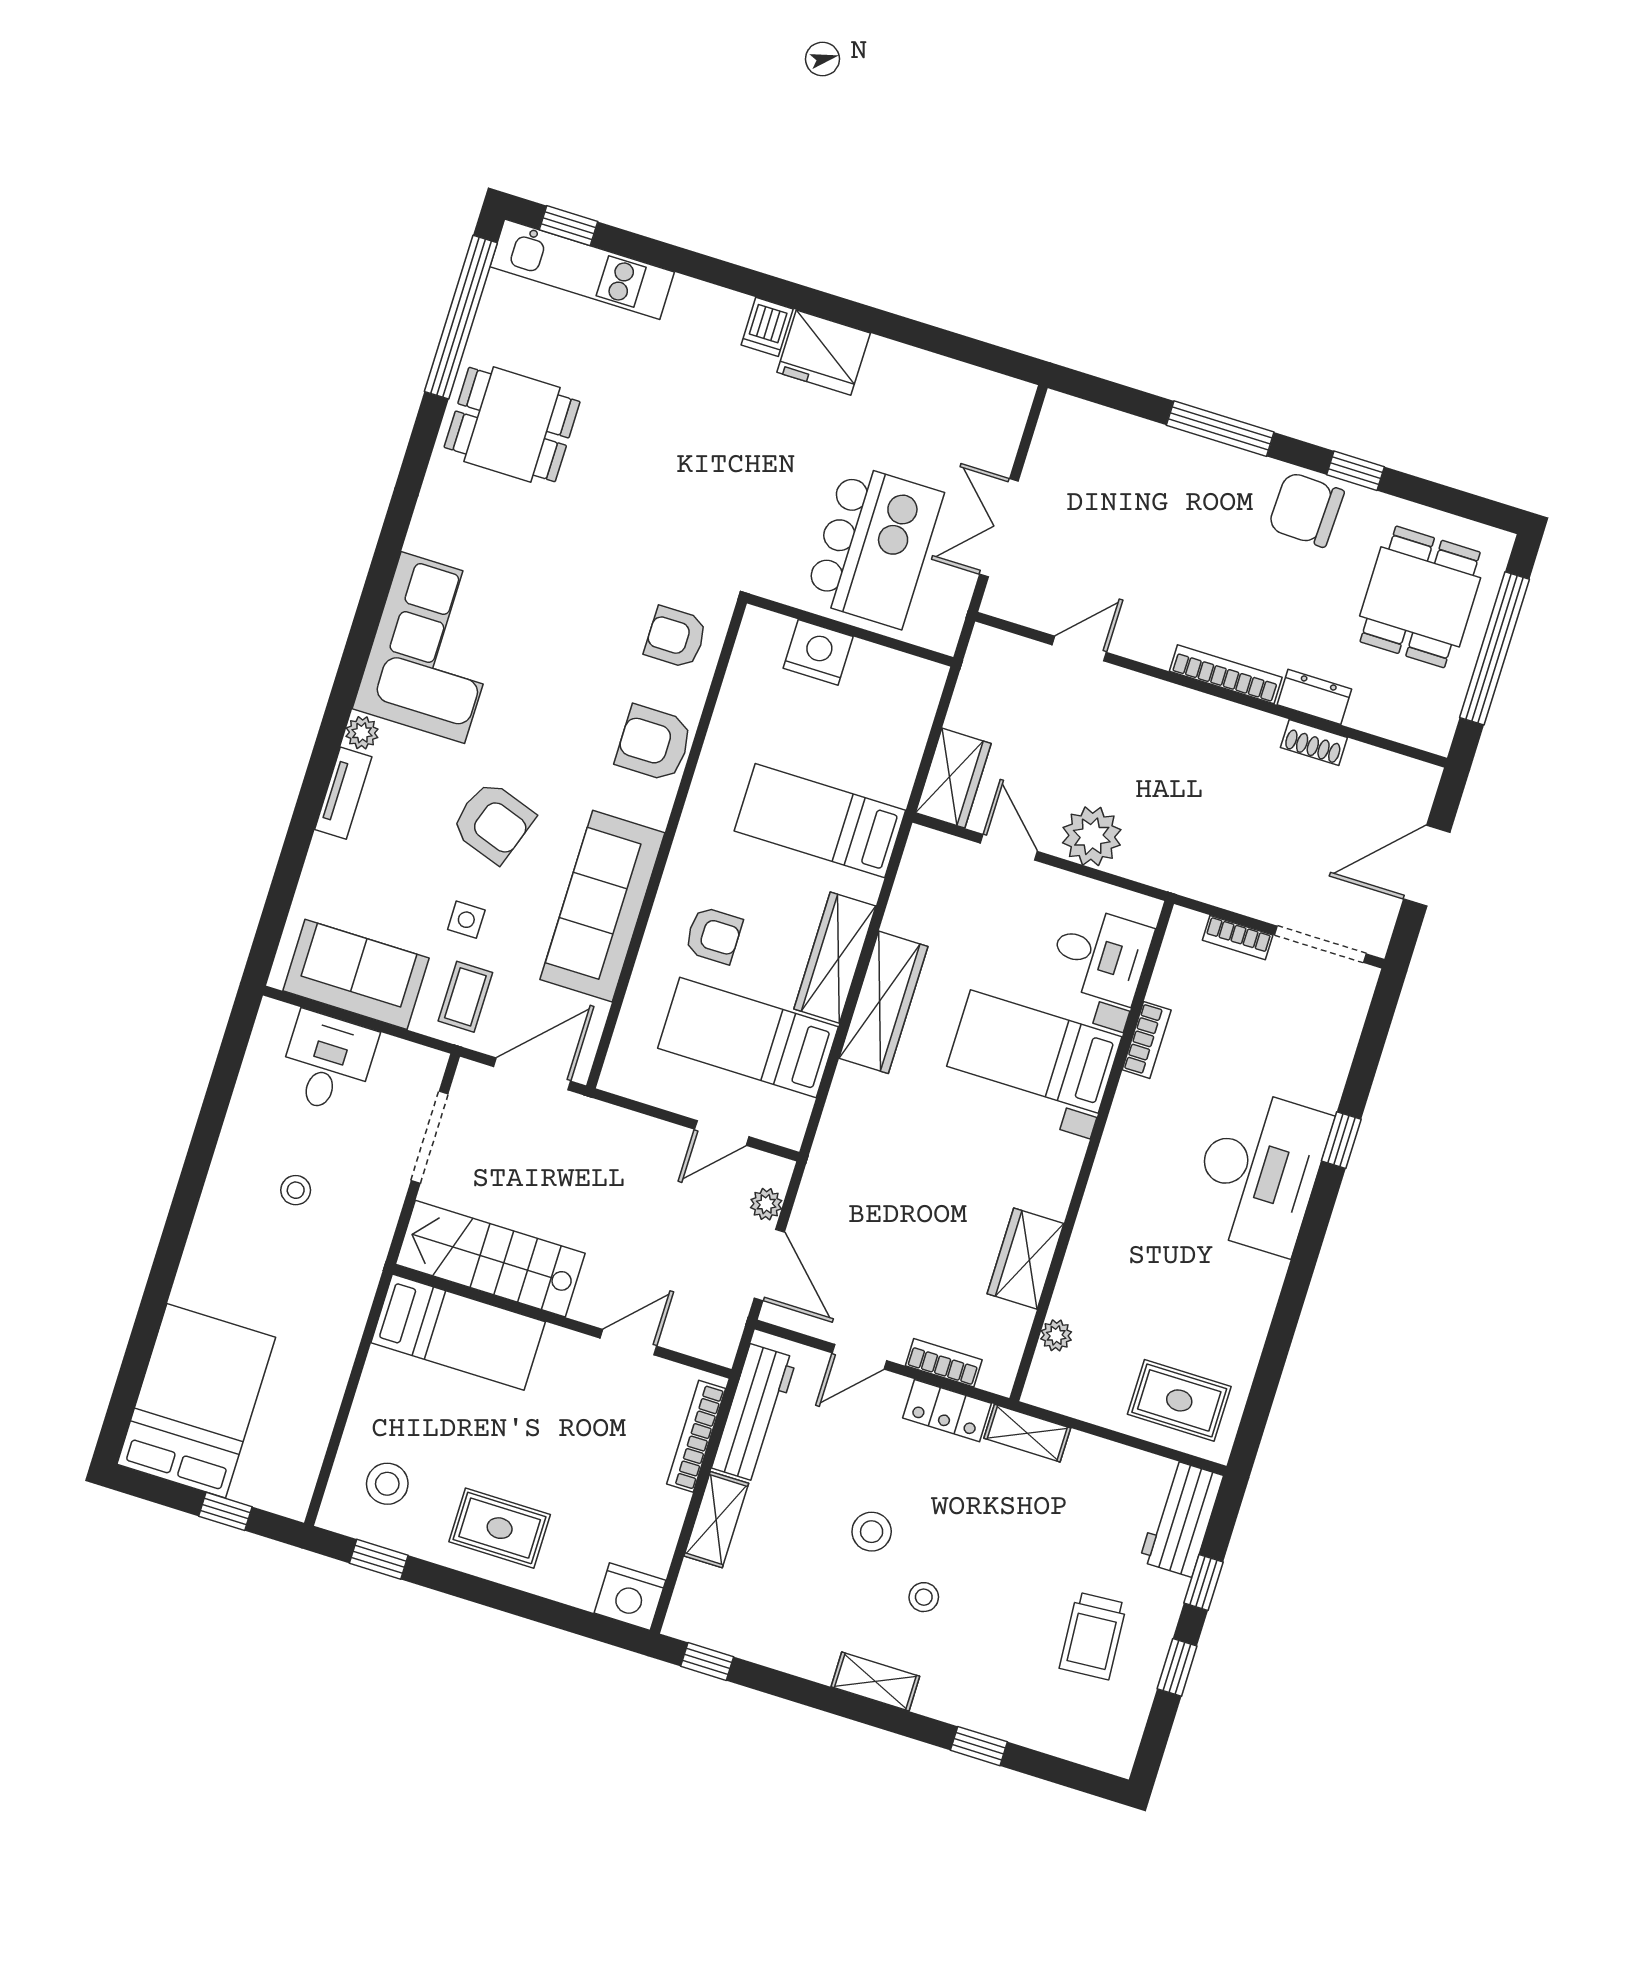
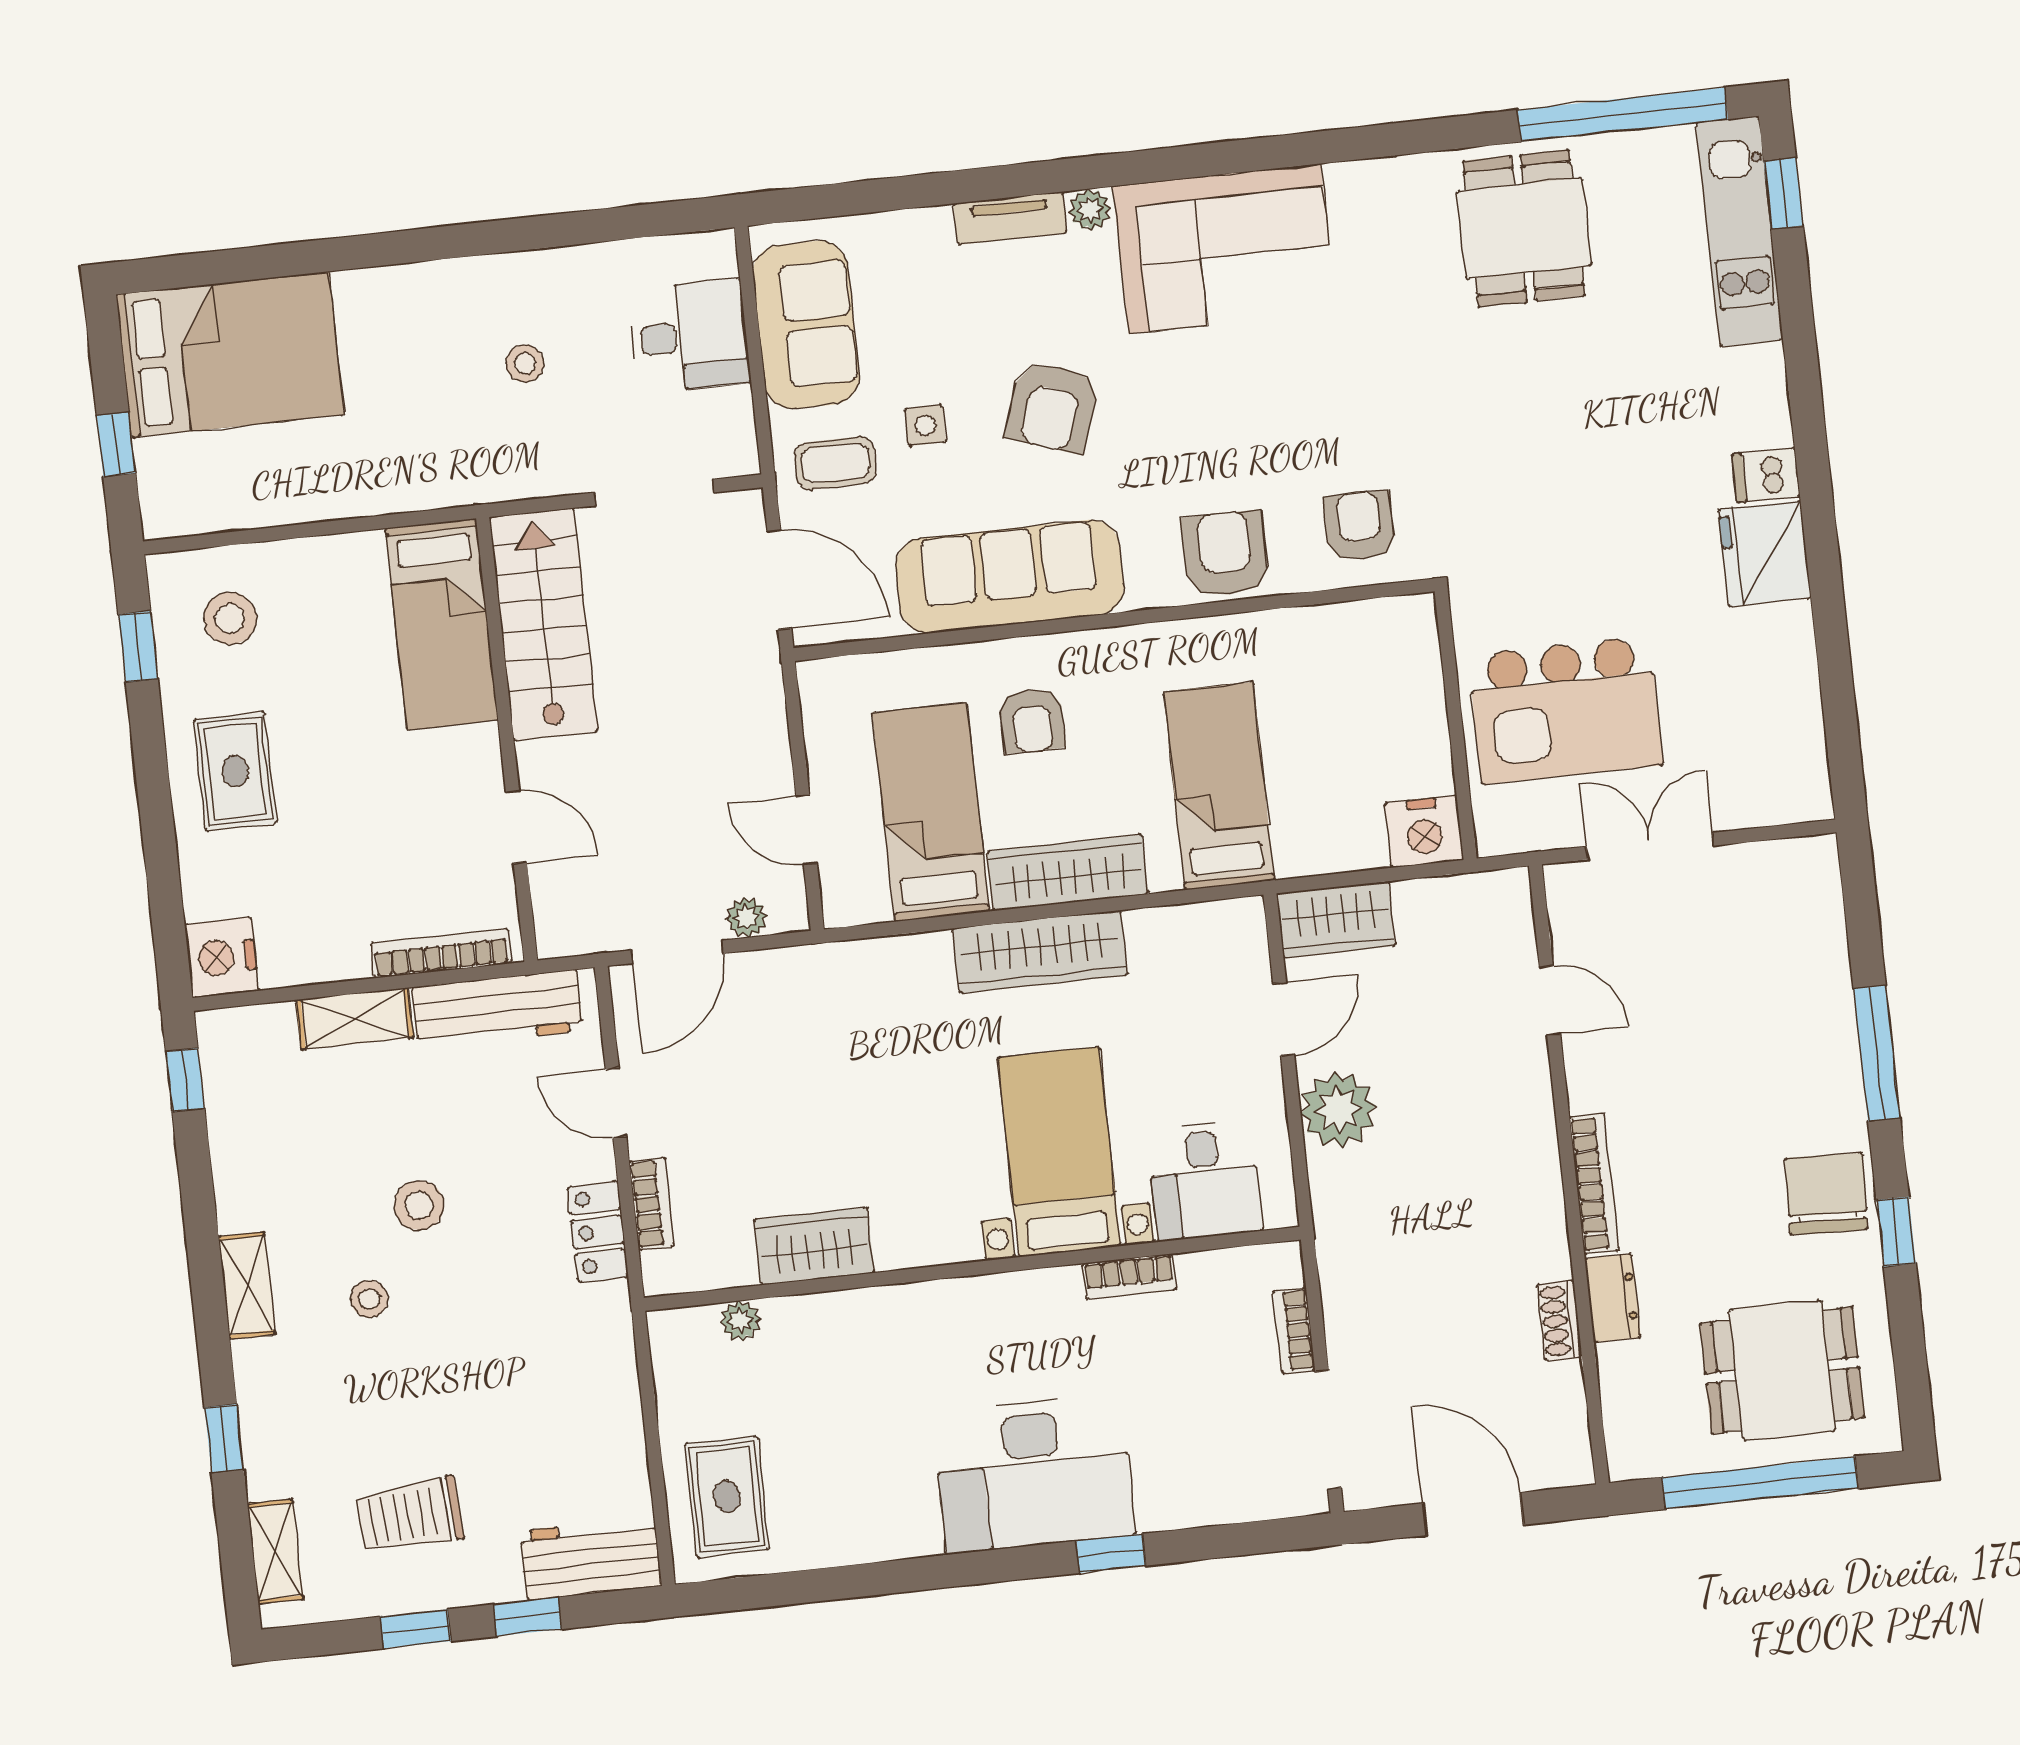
nightstand: (818, 652) -> (1424, 831), moved, turned 90
shelving: (1027, 1433) -> (275, 1552), moved

